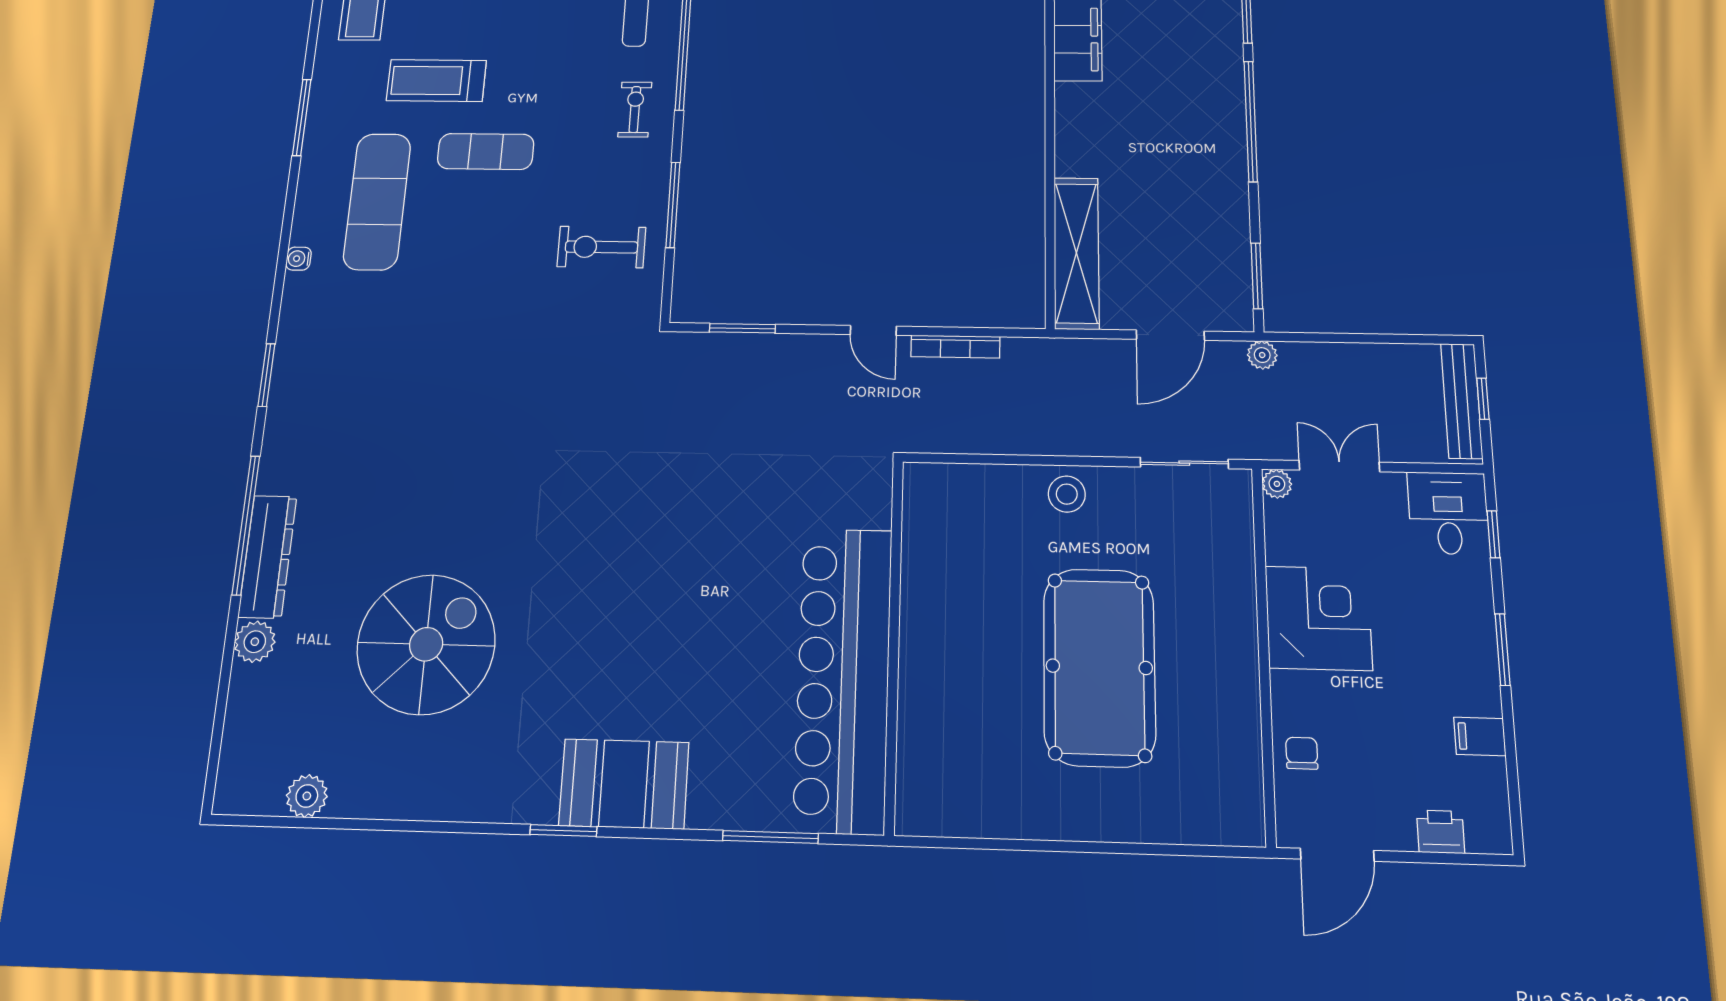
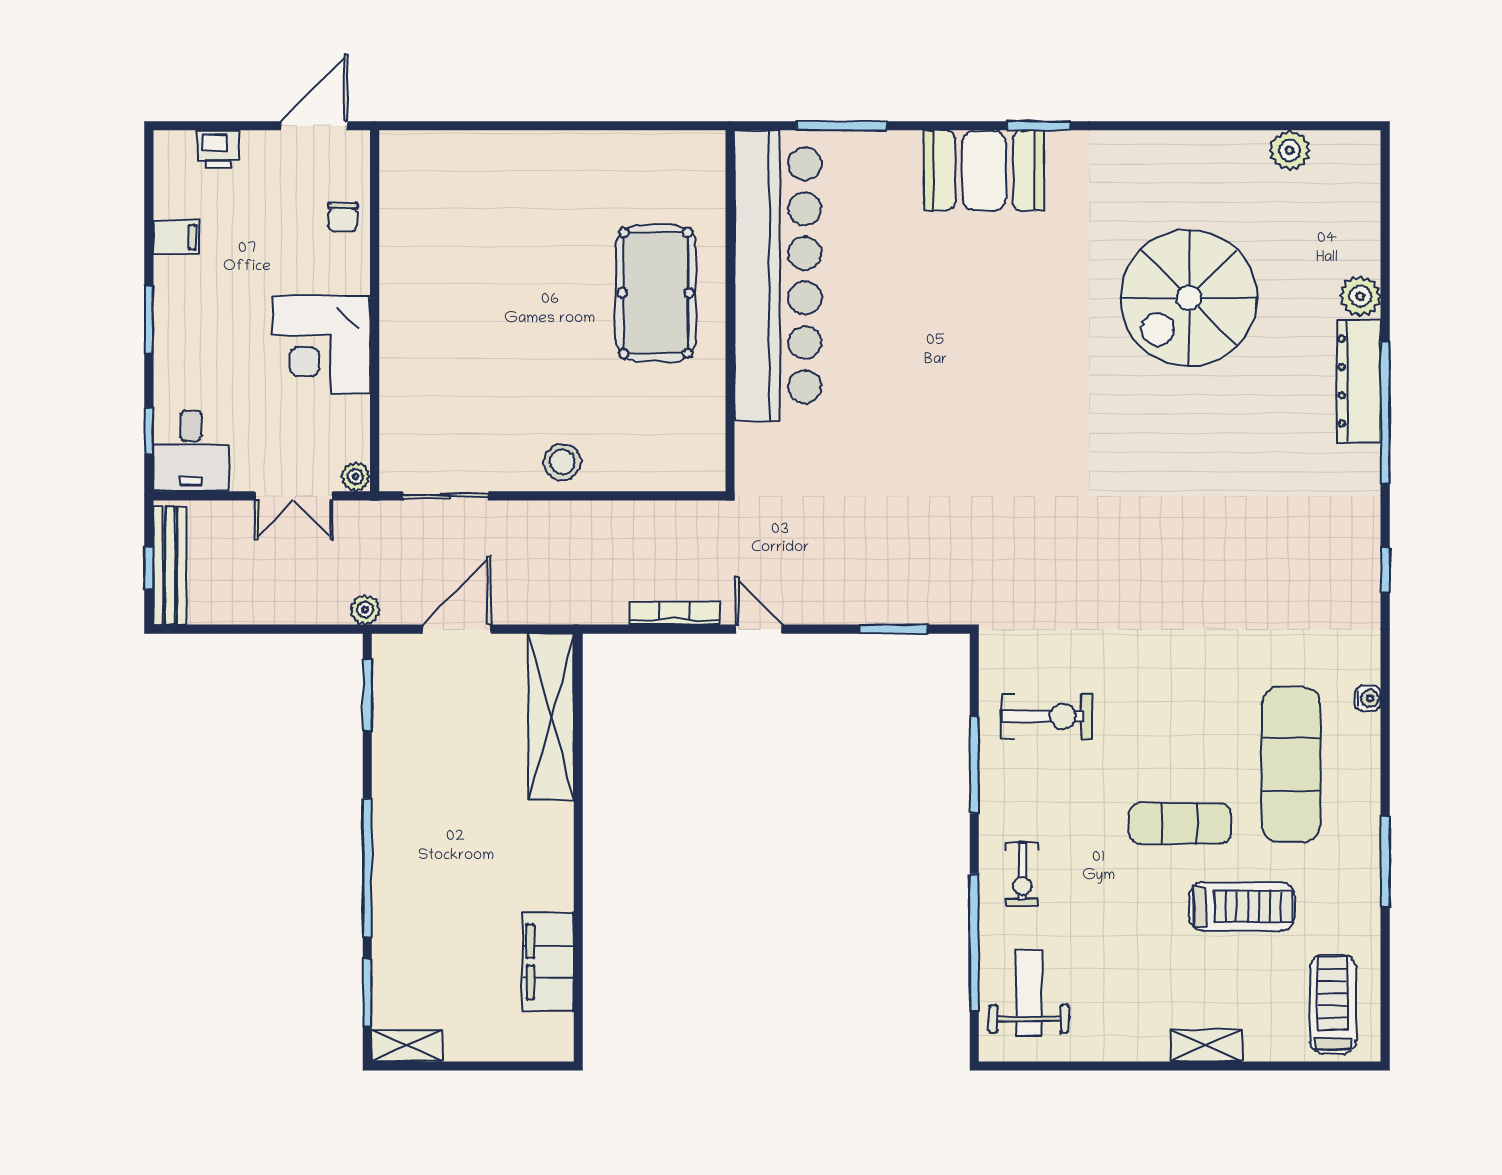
window: (266, 375) -> (1385, 570), width x0.67
pool table: (1099, 667) -> (656, 293), moved, width x0.73, depth x0.76

